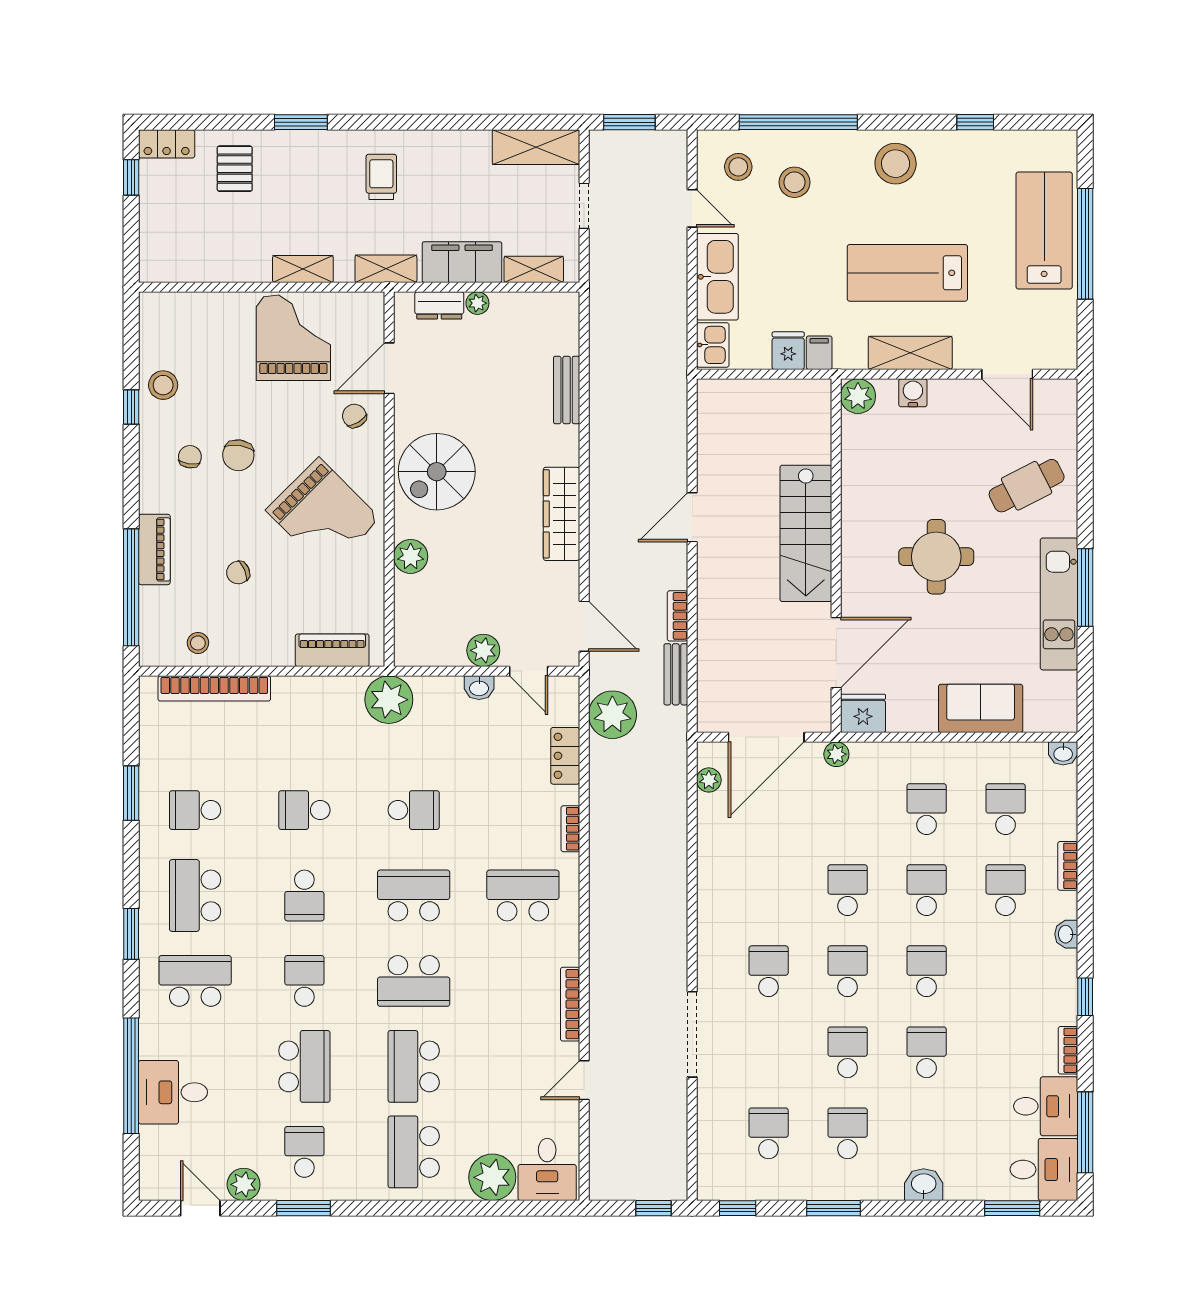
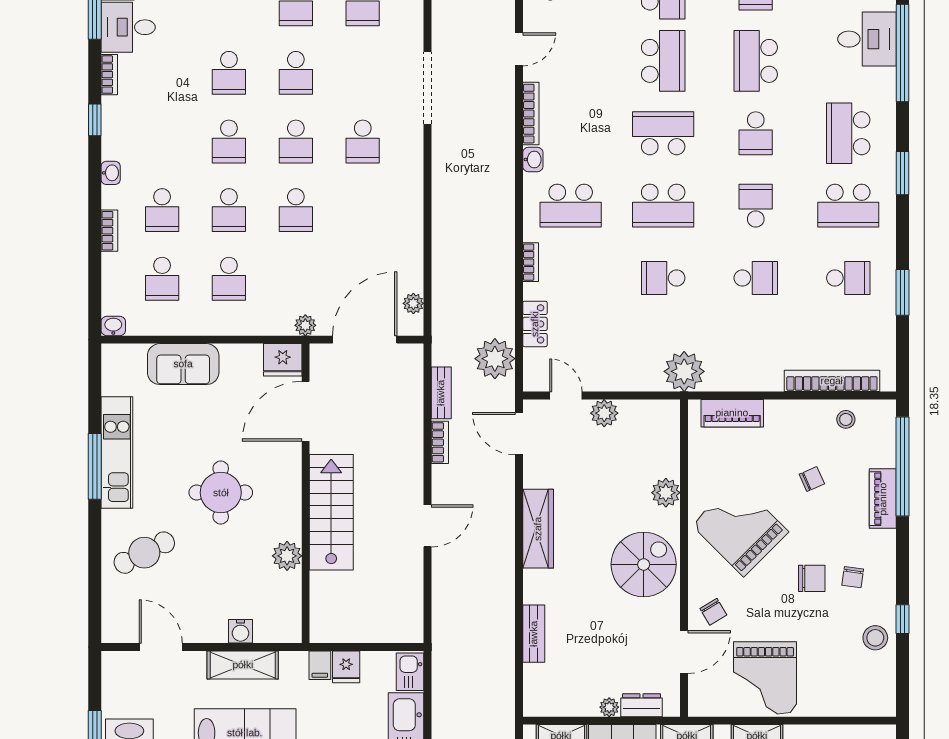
plant: (858, 396) -> (287, 556), moved
chair: (238, 455) -> (812, 578), turned 82
washbasin: (479, 688) -> (533, 160), moved, turned 90
school desk: (195, 896) -> (848, 206), turned 90
school desk: (195, 981) -> (848, 133), turned 90

